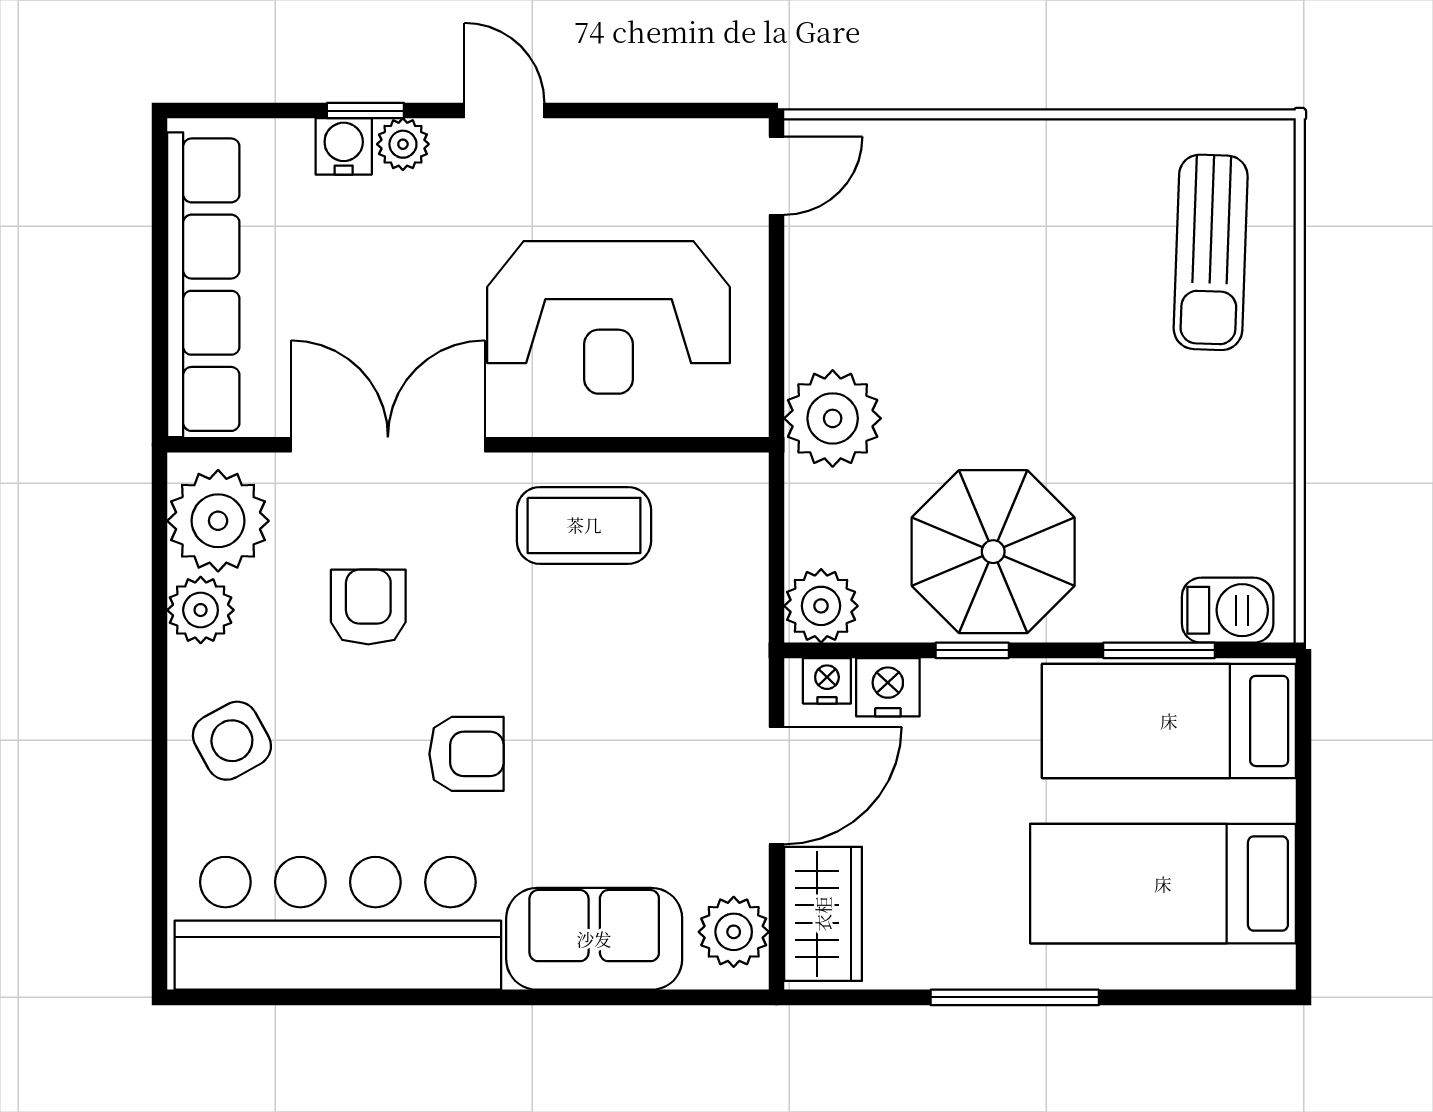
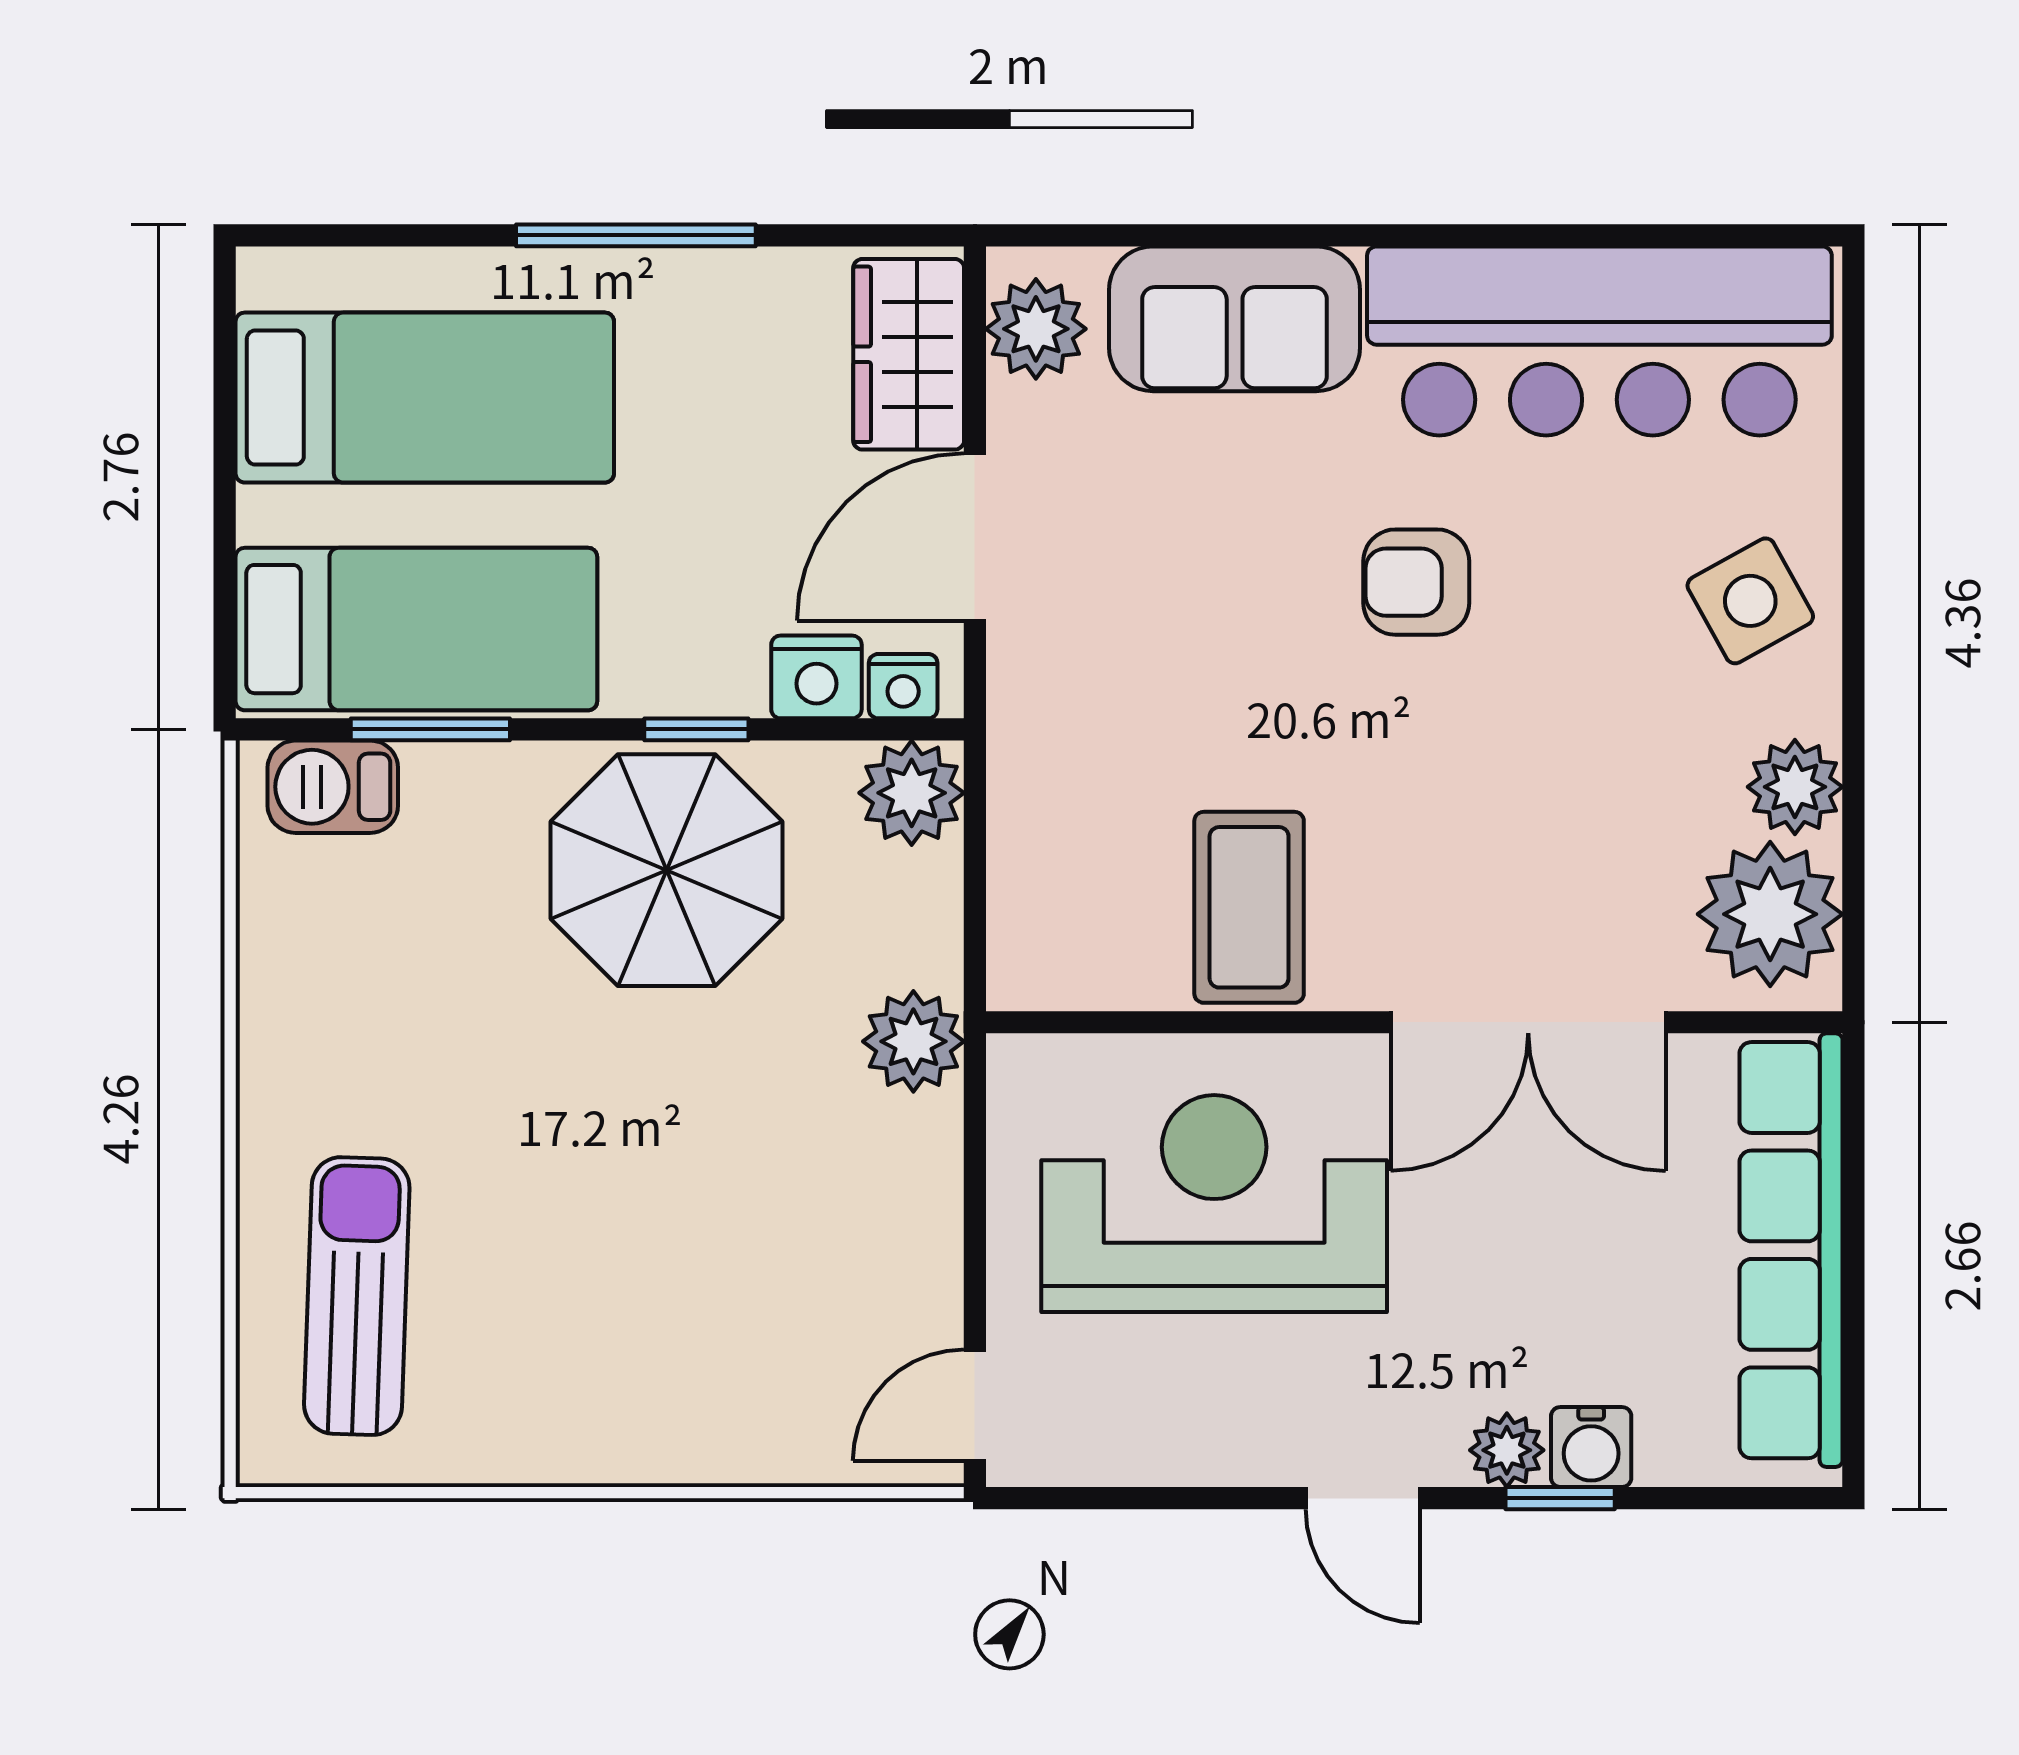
plant: (833, 418) -> (913, 1041), width x0.73, depth x0.73
coffee table: (584, 525) -> (1249, 907), turned 90
armchair: (368, 607) -> (1556, 791), removed

